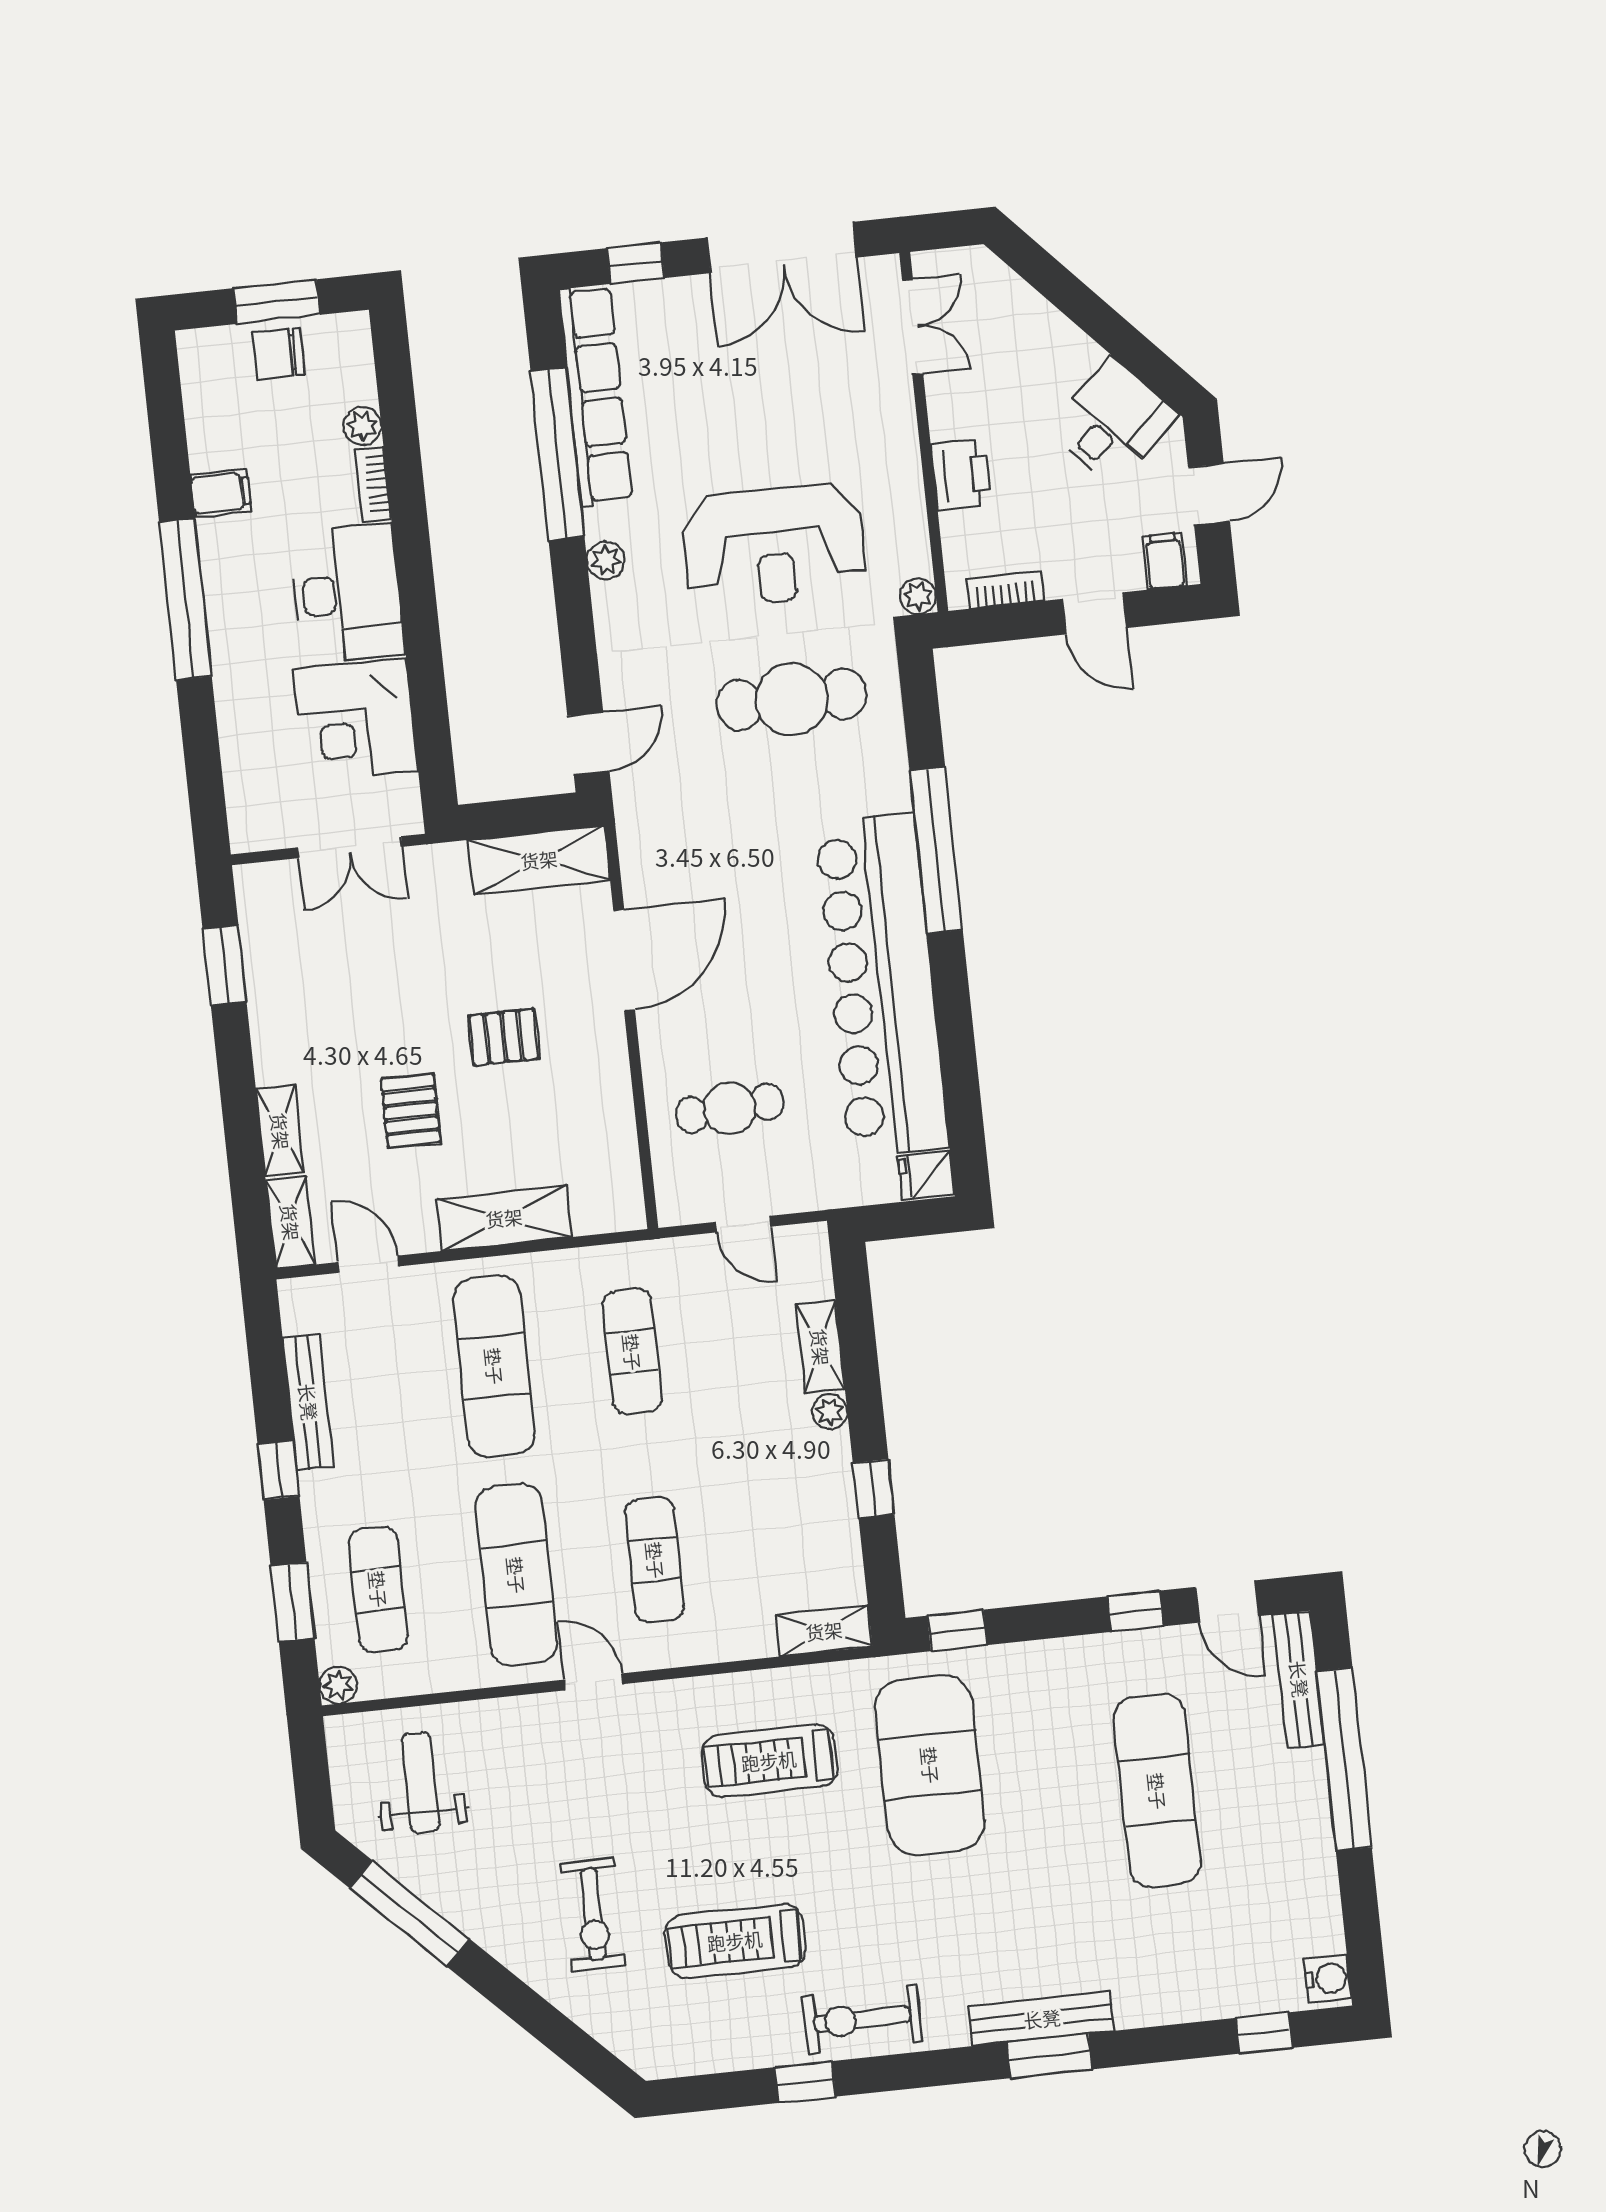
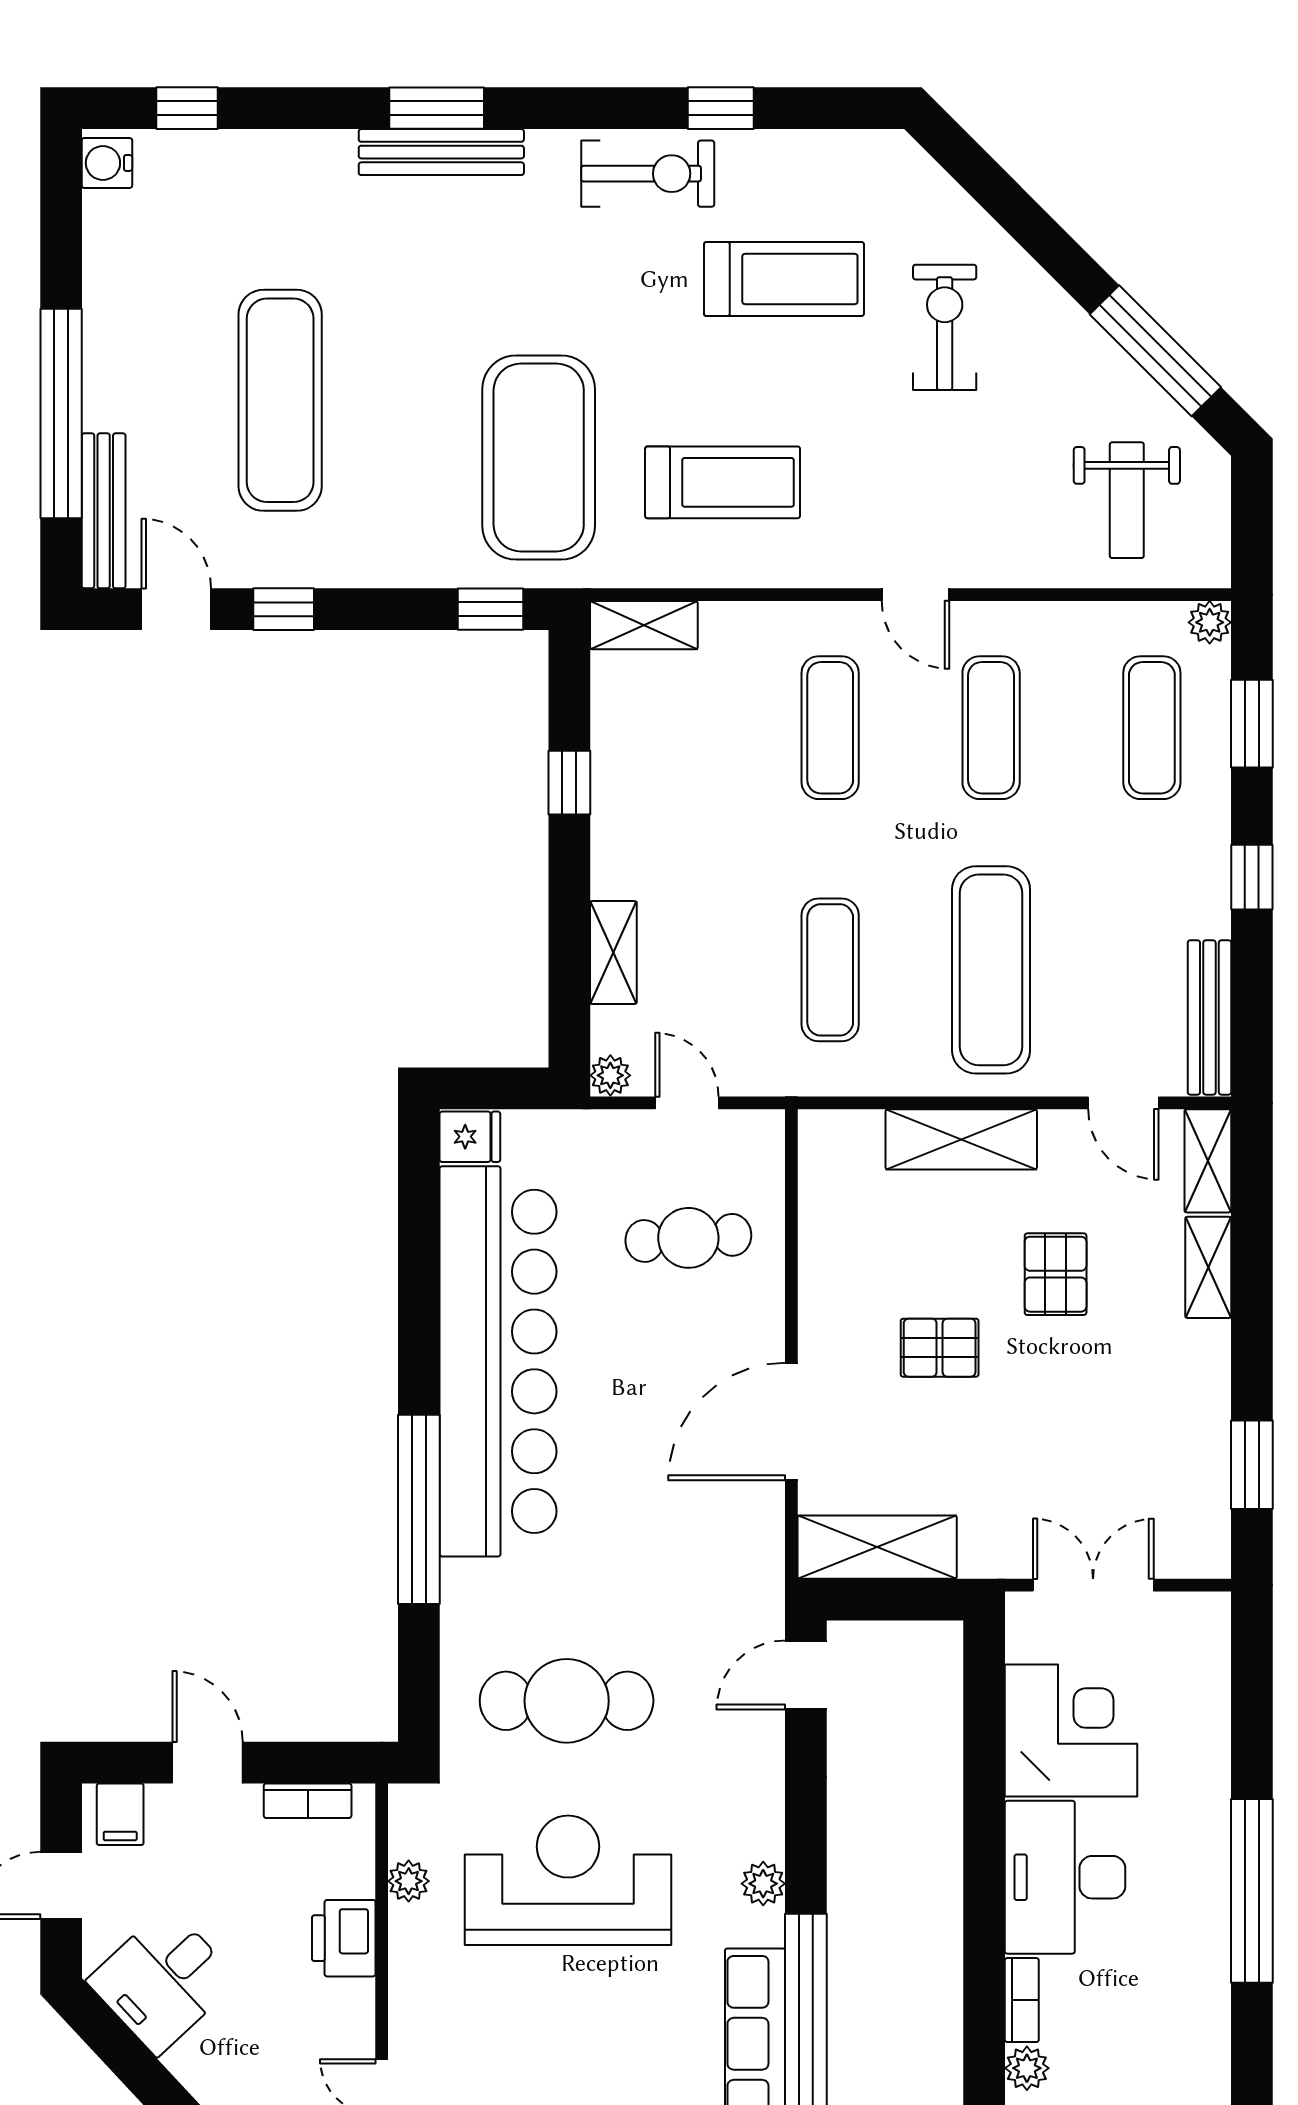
filing cabinet: (221, 493) -> (1198, 2008), removed
plant: (918, 596) -> (409, 1881), moved
bench: (308, 1402) -> (1209, 1017), moved
plant: (830, 1412) -> (610, 1075), moved
exercise mat: (516, 1575) -> (991, 728), width x0.73, depth x0.69

